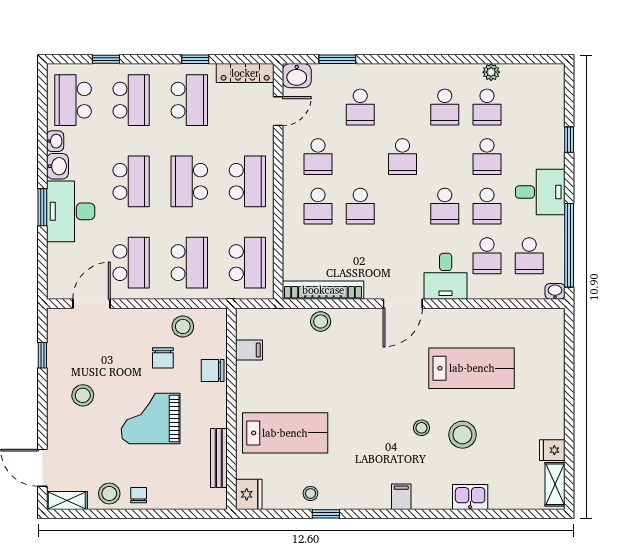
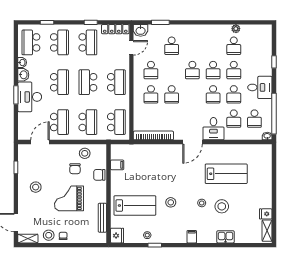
school desk: (445, 107) -> (213, 70), moved
stool: (321, 321) -> (171, 202), moved

